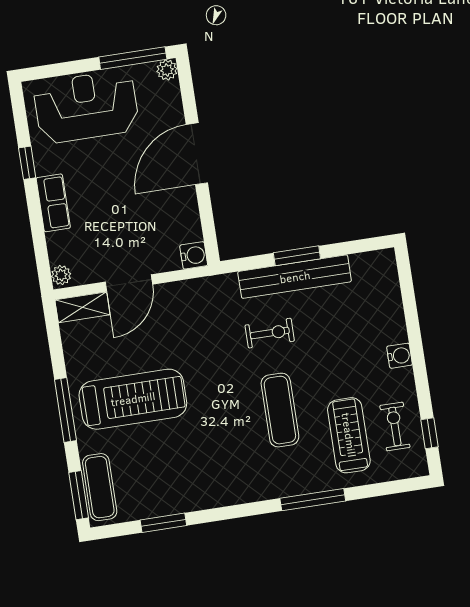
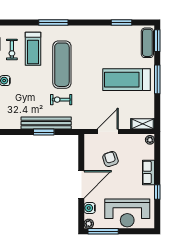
armchair: (141, 219) -> (110, 159), added
water cooler: (194, 255) -> (90, 208), moved
door: (129, 283) -> (108, 132), moved
exercise mat: (280, 410) -> (62, 65), width x1.36, depth x1.45

